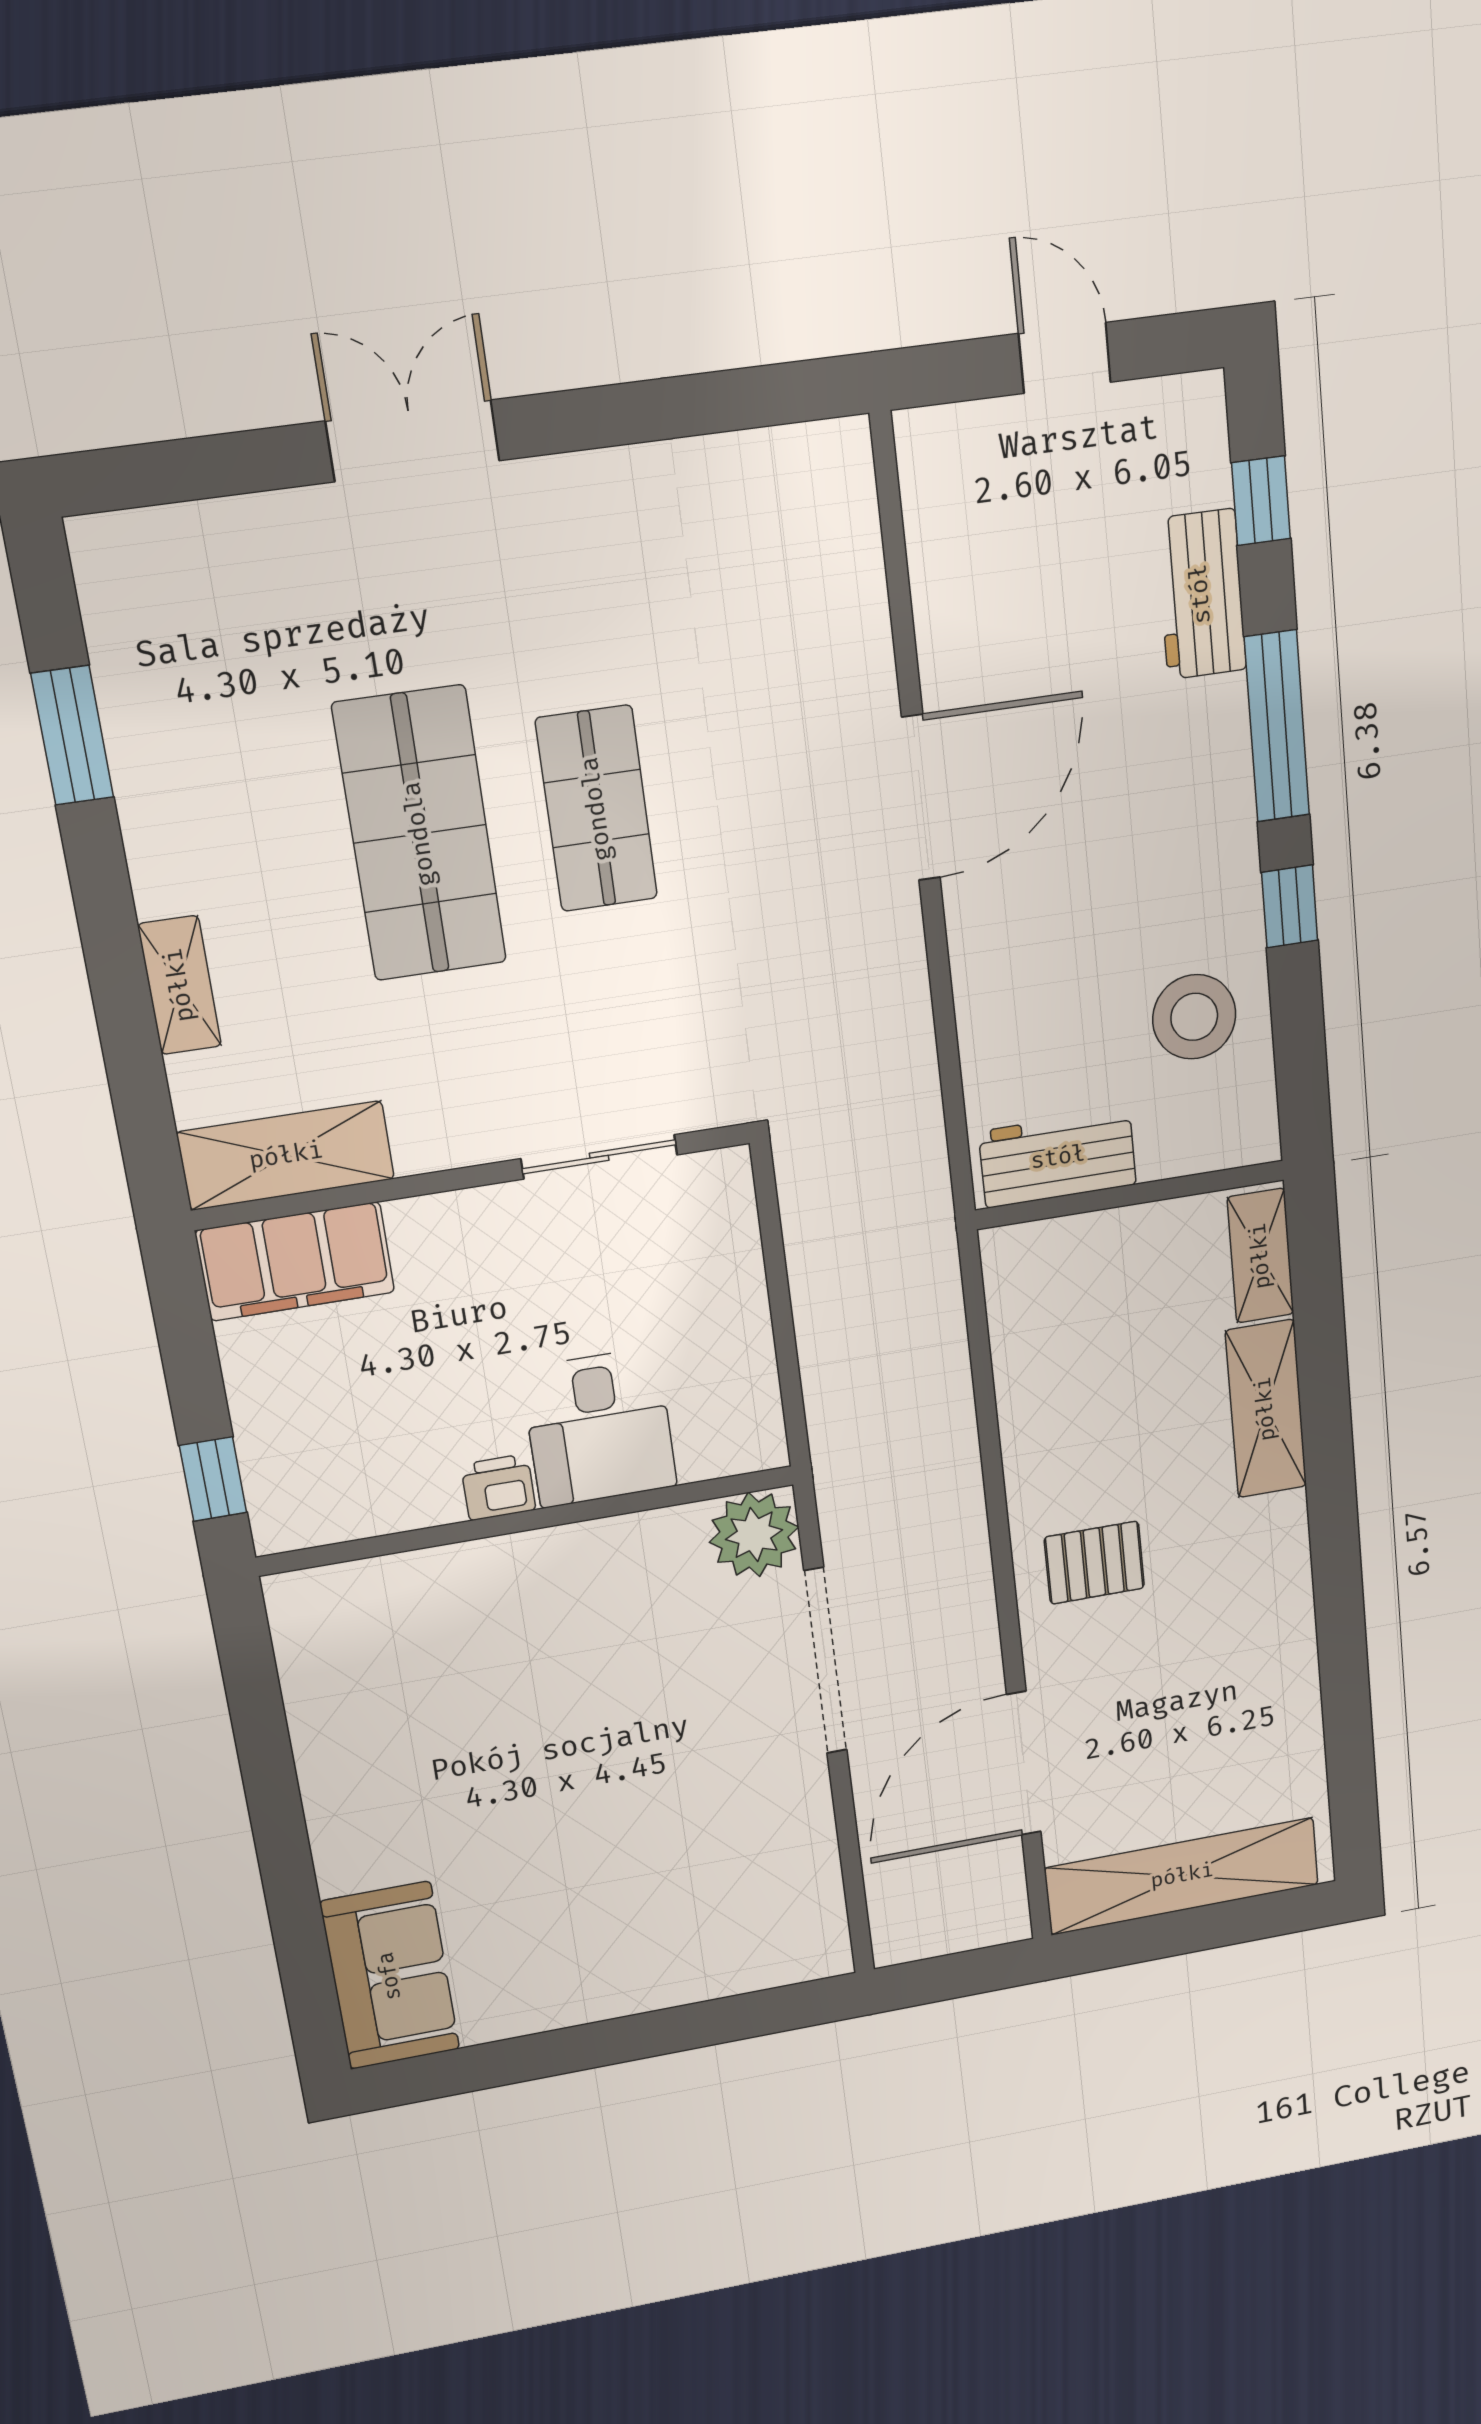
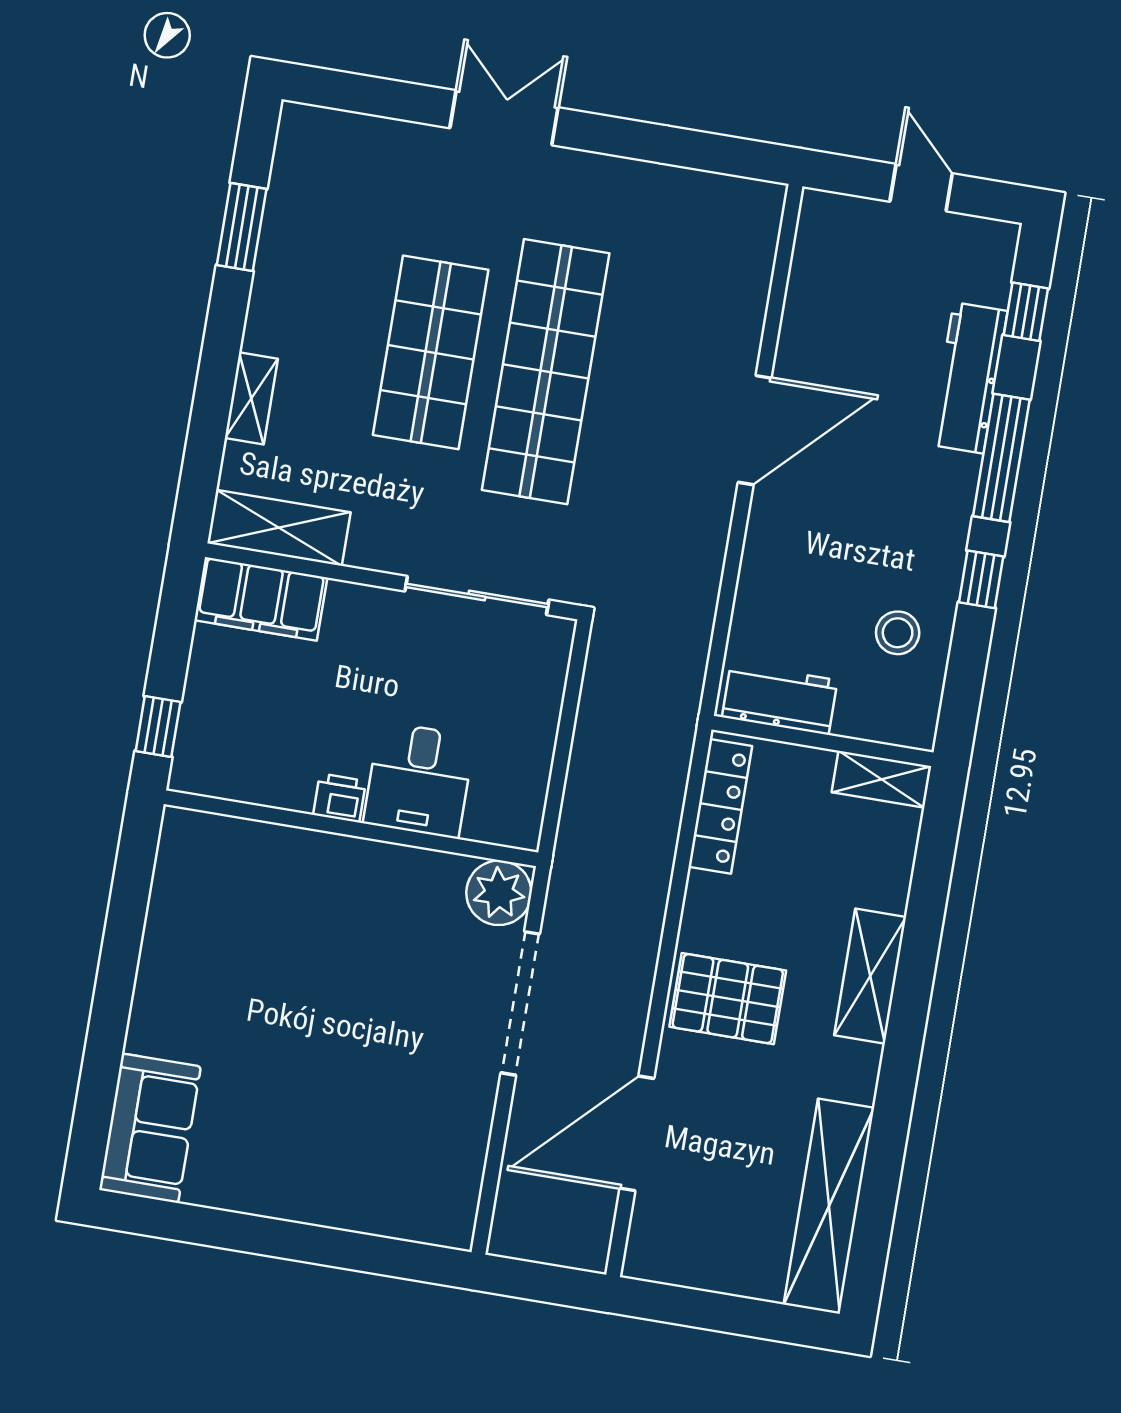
workbench: (1201, 594) -> (969, 378), width x1.38
shop shelf: (597, 809) -> (546, 372), width x2.00, depth x1.36
stool: (1194, 1017) -> (898, 633), width x0.73, depth x0.73
sliding door: (599, 1157) -> (477, 595), width x1.37
shelving: (1261, 1256) -> (881, 779), moved, turned 90
locker: (1017, 1326) -> (720, 806), added
shelving: (1266, 1409) -> (870, 976), moved
pallet: (1094, 1563) -> (728, 999), width x1.50, depth x1.42
shelving: (1182, 1876) -> (829, 1206), moved, turned 90

